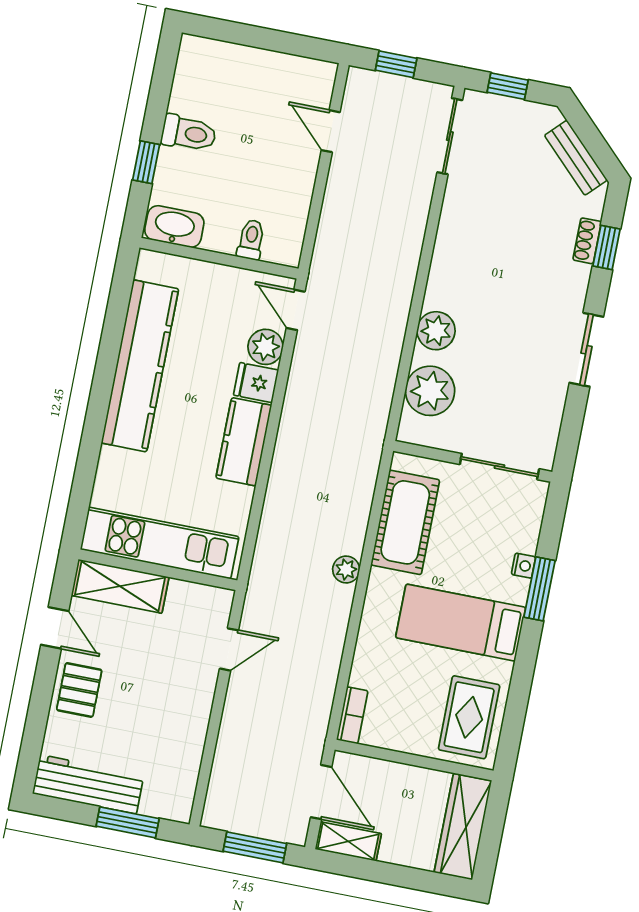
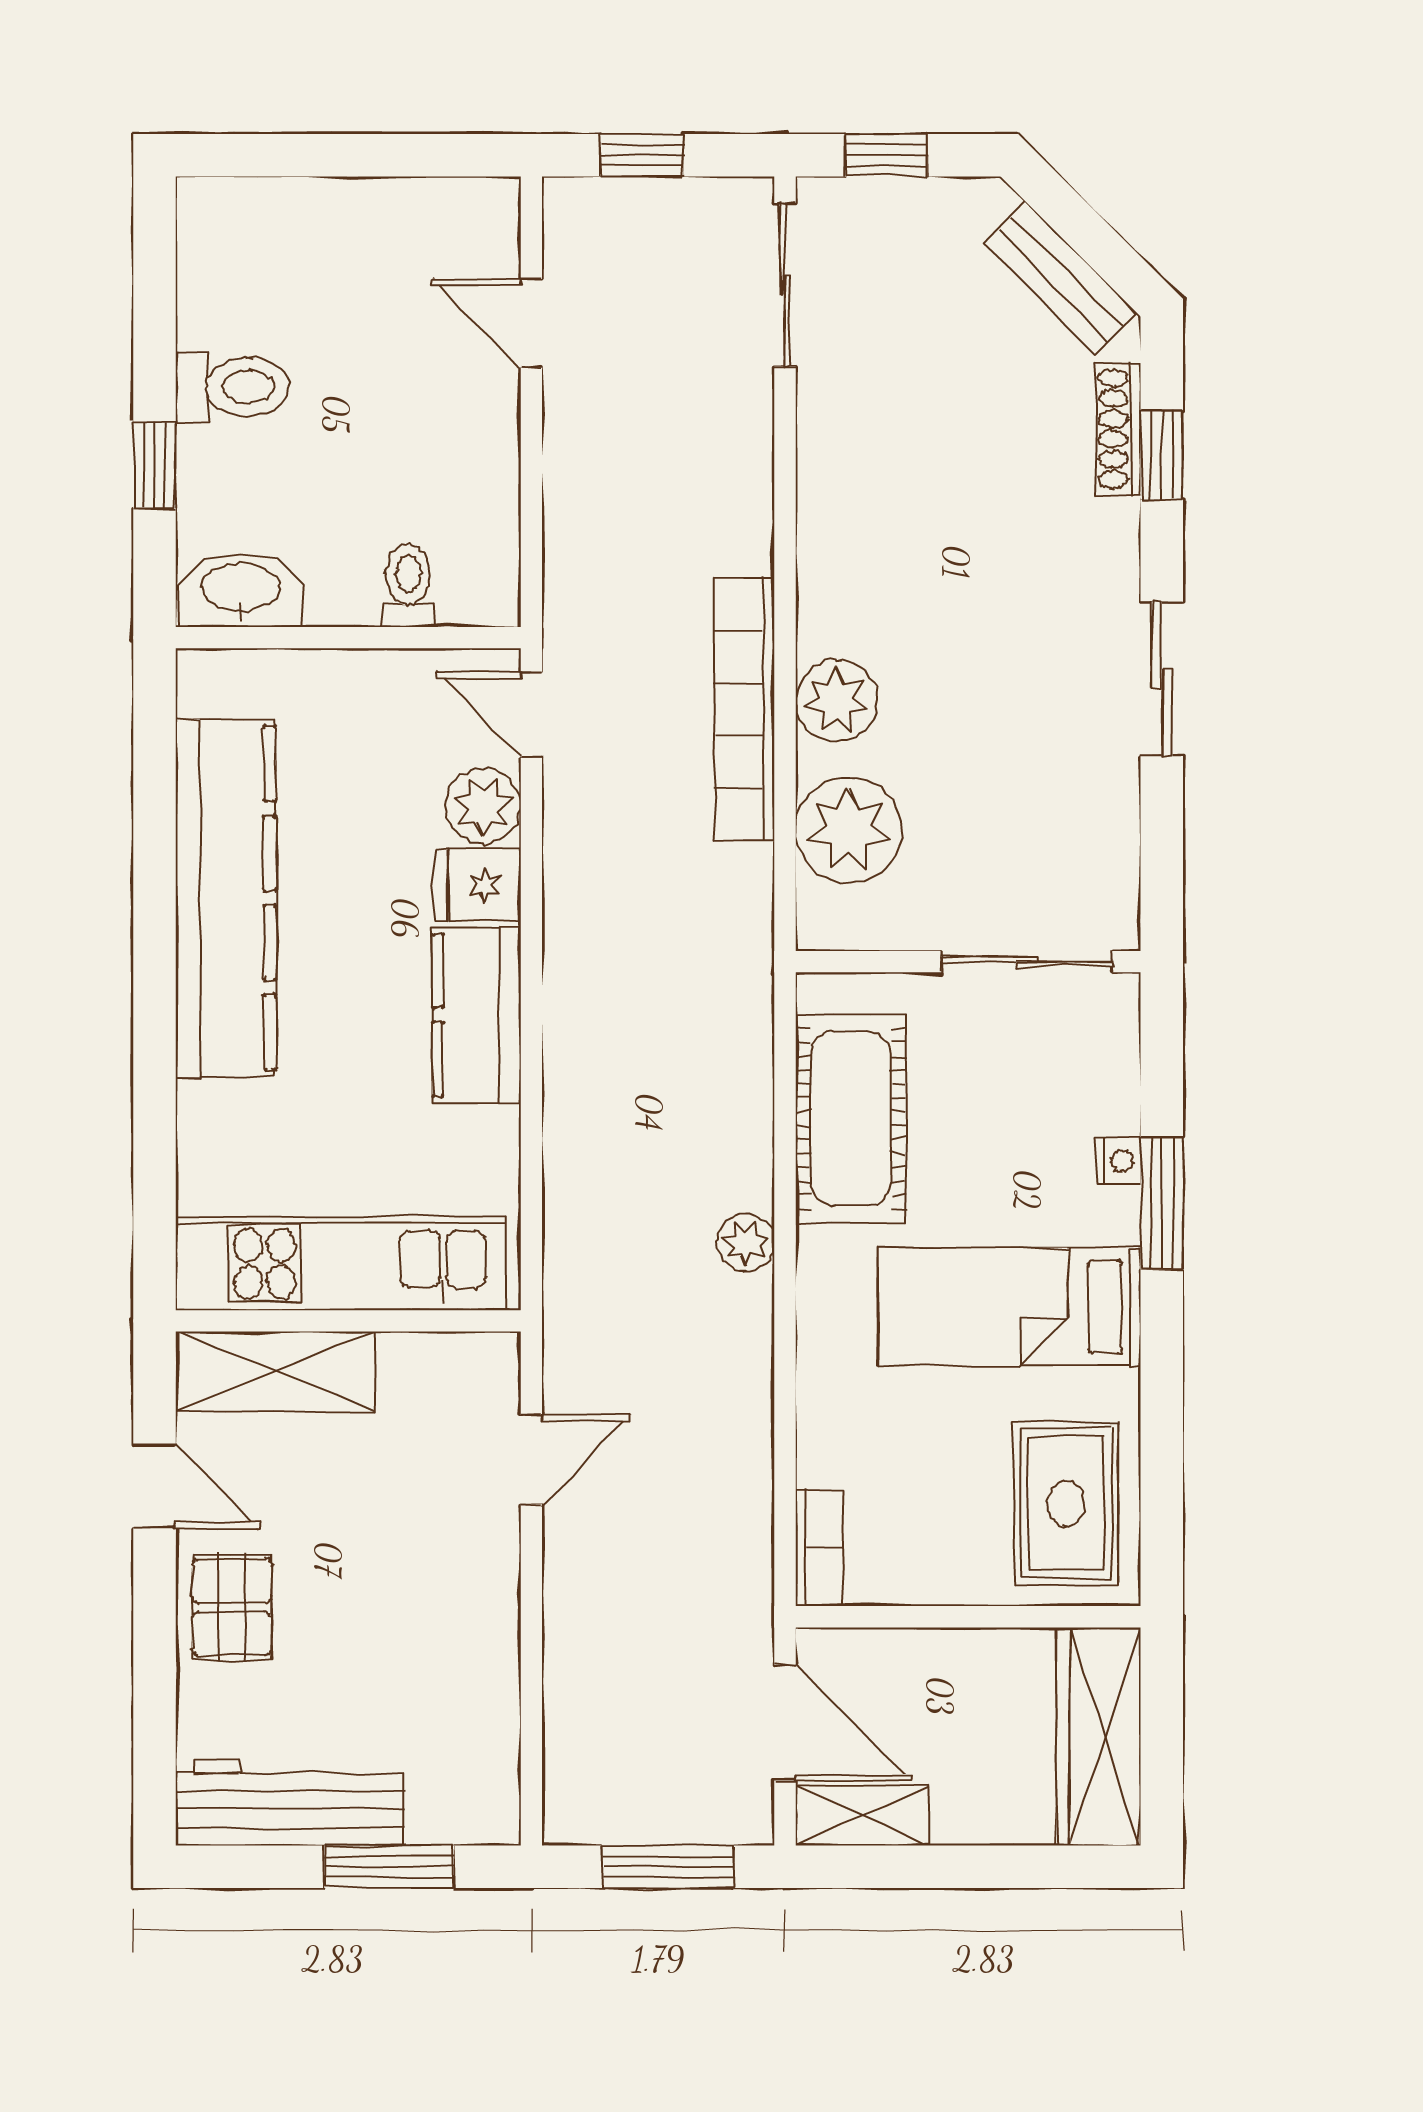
shoe rack: (587, 241) -> (1118, 429), width x1.43
bookcase: (393, 326) -> (745, 709), added

